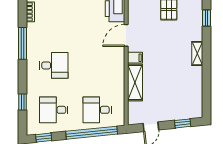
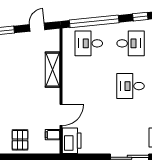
filing cabinet: (135, 58) -> (52, 135), moved
desk: (97, 110) -> (89, 43), turned 180

